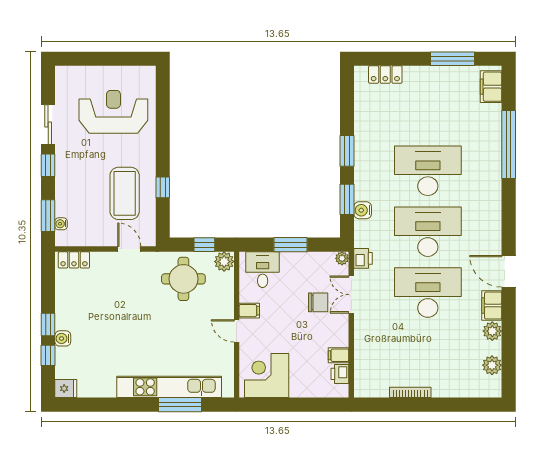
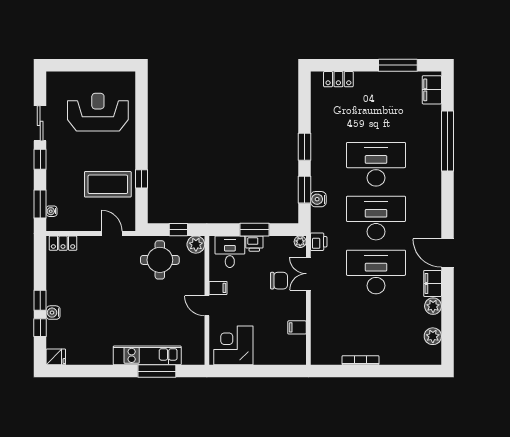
coffee table: (125, 193) -> (108, 184), turned 90
printer: (340, 374) -> (254, 244), moved, turned -90
kitchen unit: (169, 387) -> (147, 355), width x0.73

